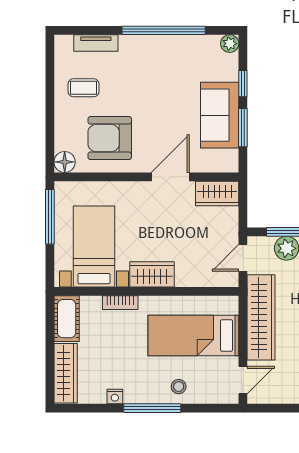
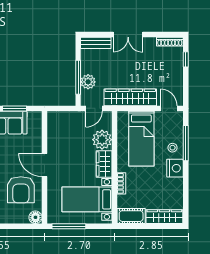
door: (170, 177) -> (44, 165), moved
wardrobe: (217, 193) -> (55, 124), removed
door: (243, 258) -> (94, 108), hinge flipped
plant: (192, 271) -> (102, 140), added
nightstand: (115, 396) -> (175, 168), moved, width x1.89, depth x1.79
window: (152, 408) -> (186, 143), moved

